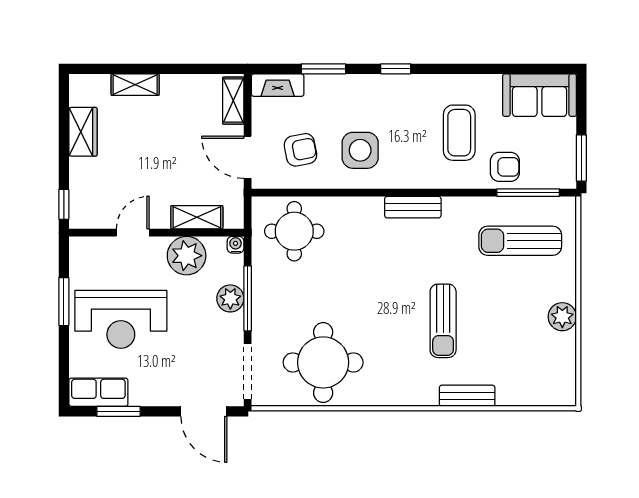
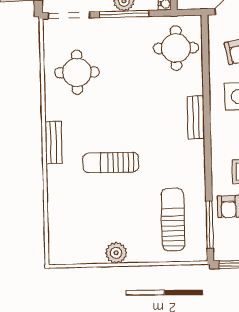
bench: (413, 207) -> (196, 118), moved
round table: (323, 362) -> (77, 72), width x0.73, depth x0.73
bench: (467, 396) -> (54, 142), moved

